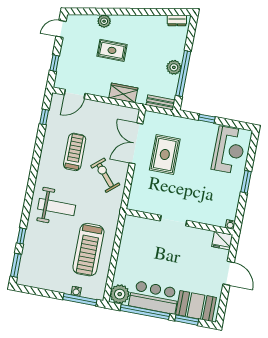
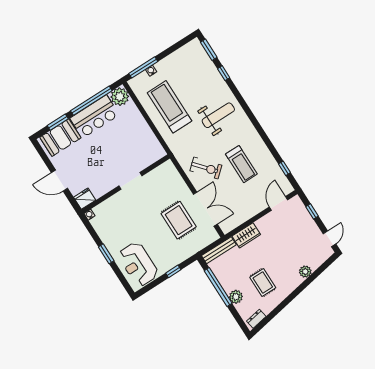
rug: (112, 50) -> (263, 283), moved, turned 90
plant: (174, 67) -> (236, 297), moved
bench: (161, 102) -> (219, 250), width x1.36
weight bench: (57, 207) -> (218, 115), turned 180

